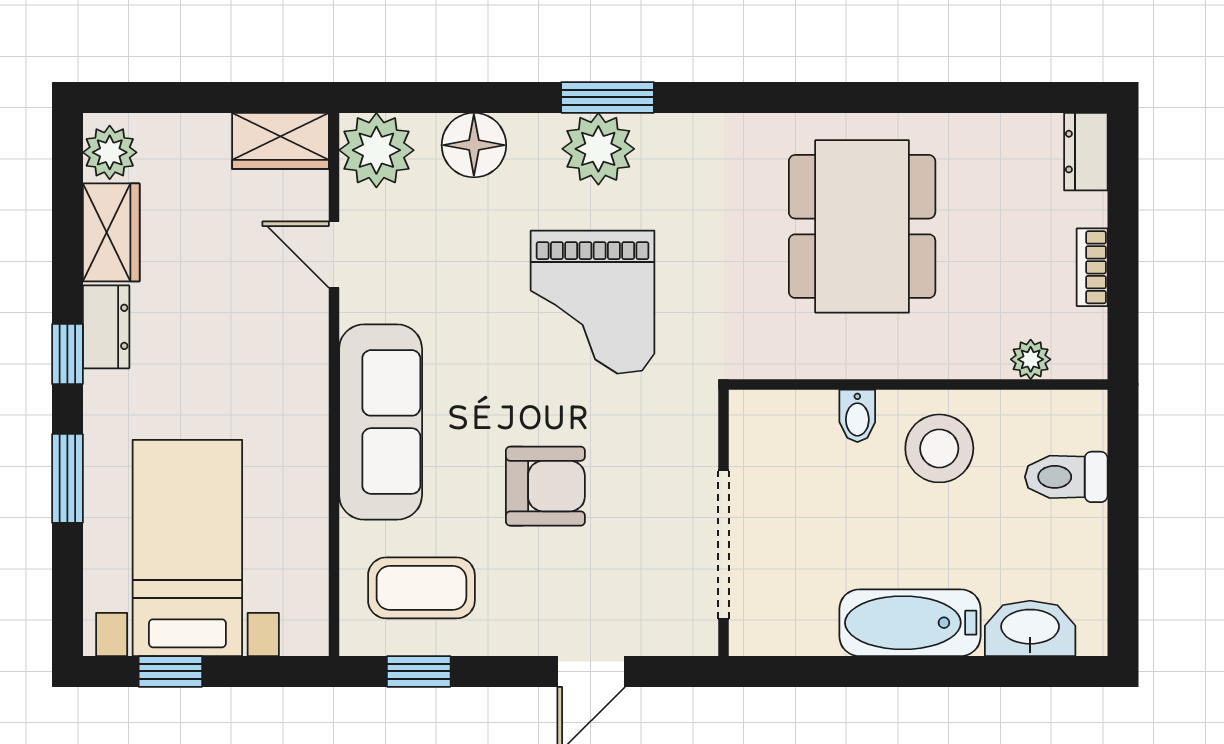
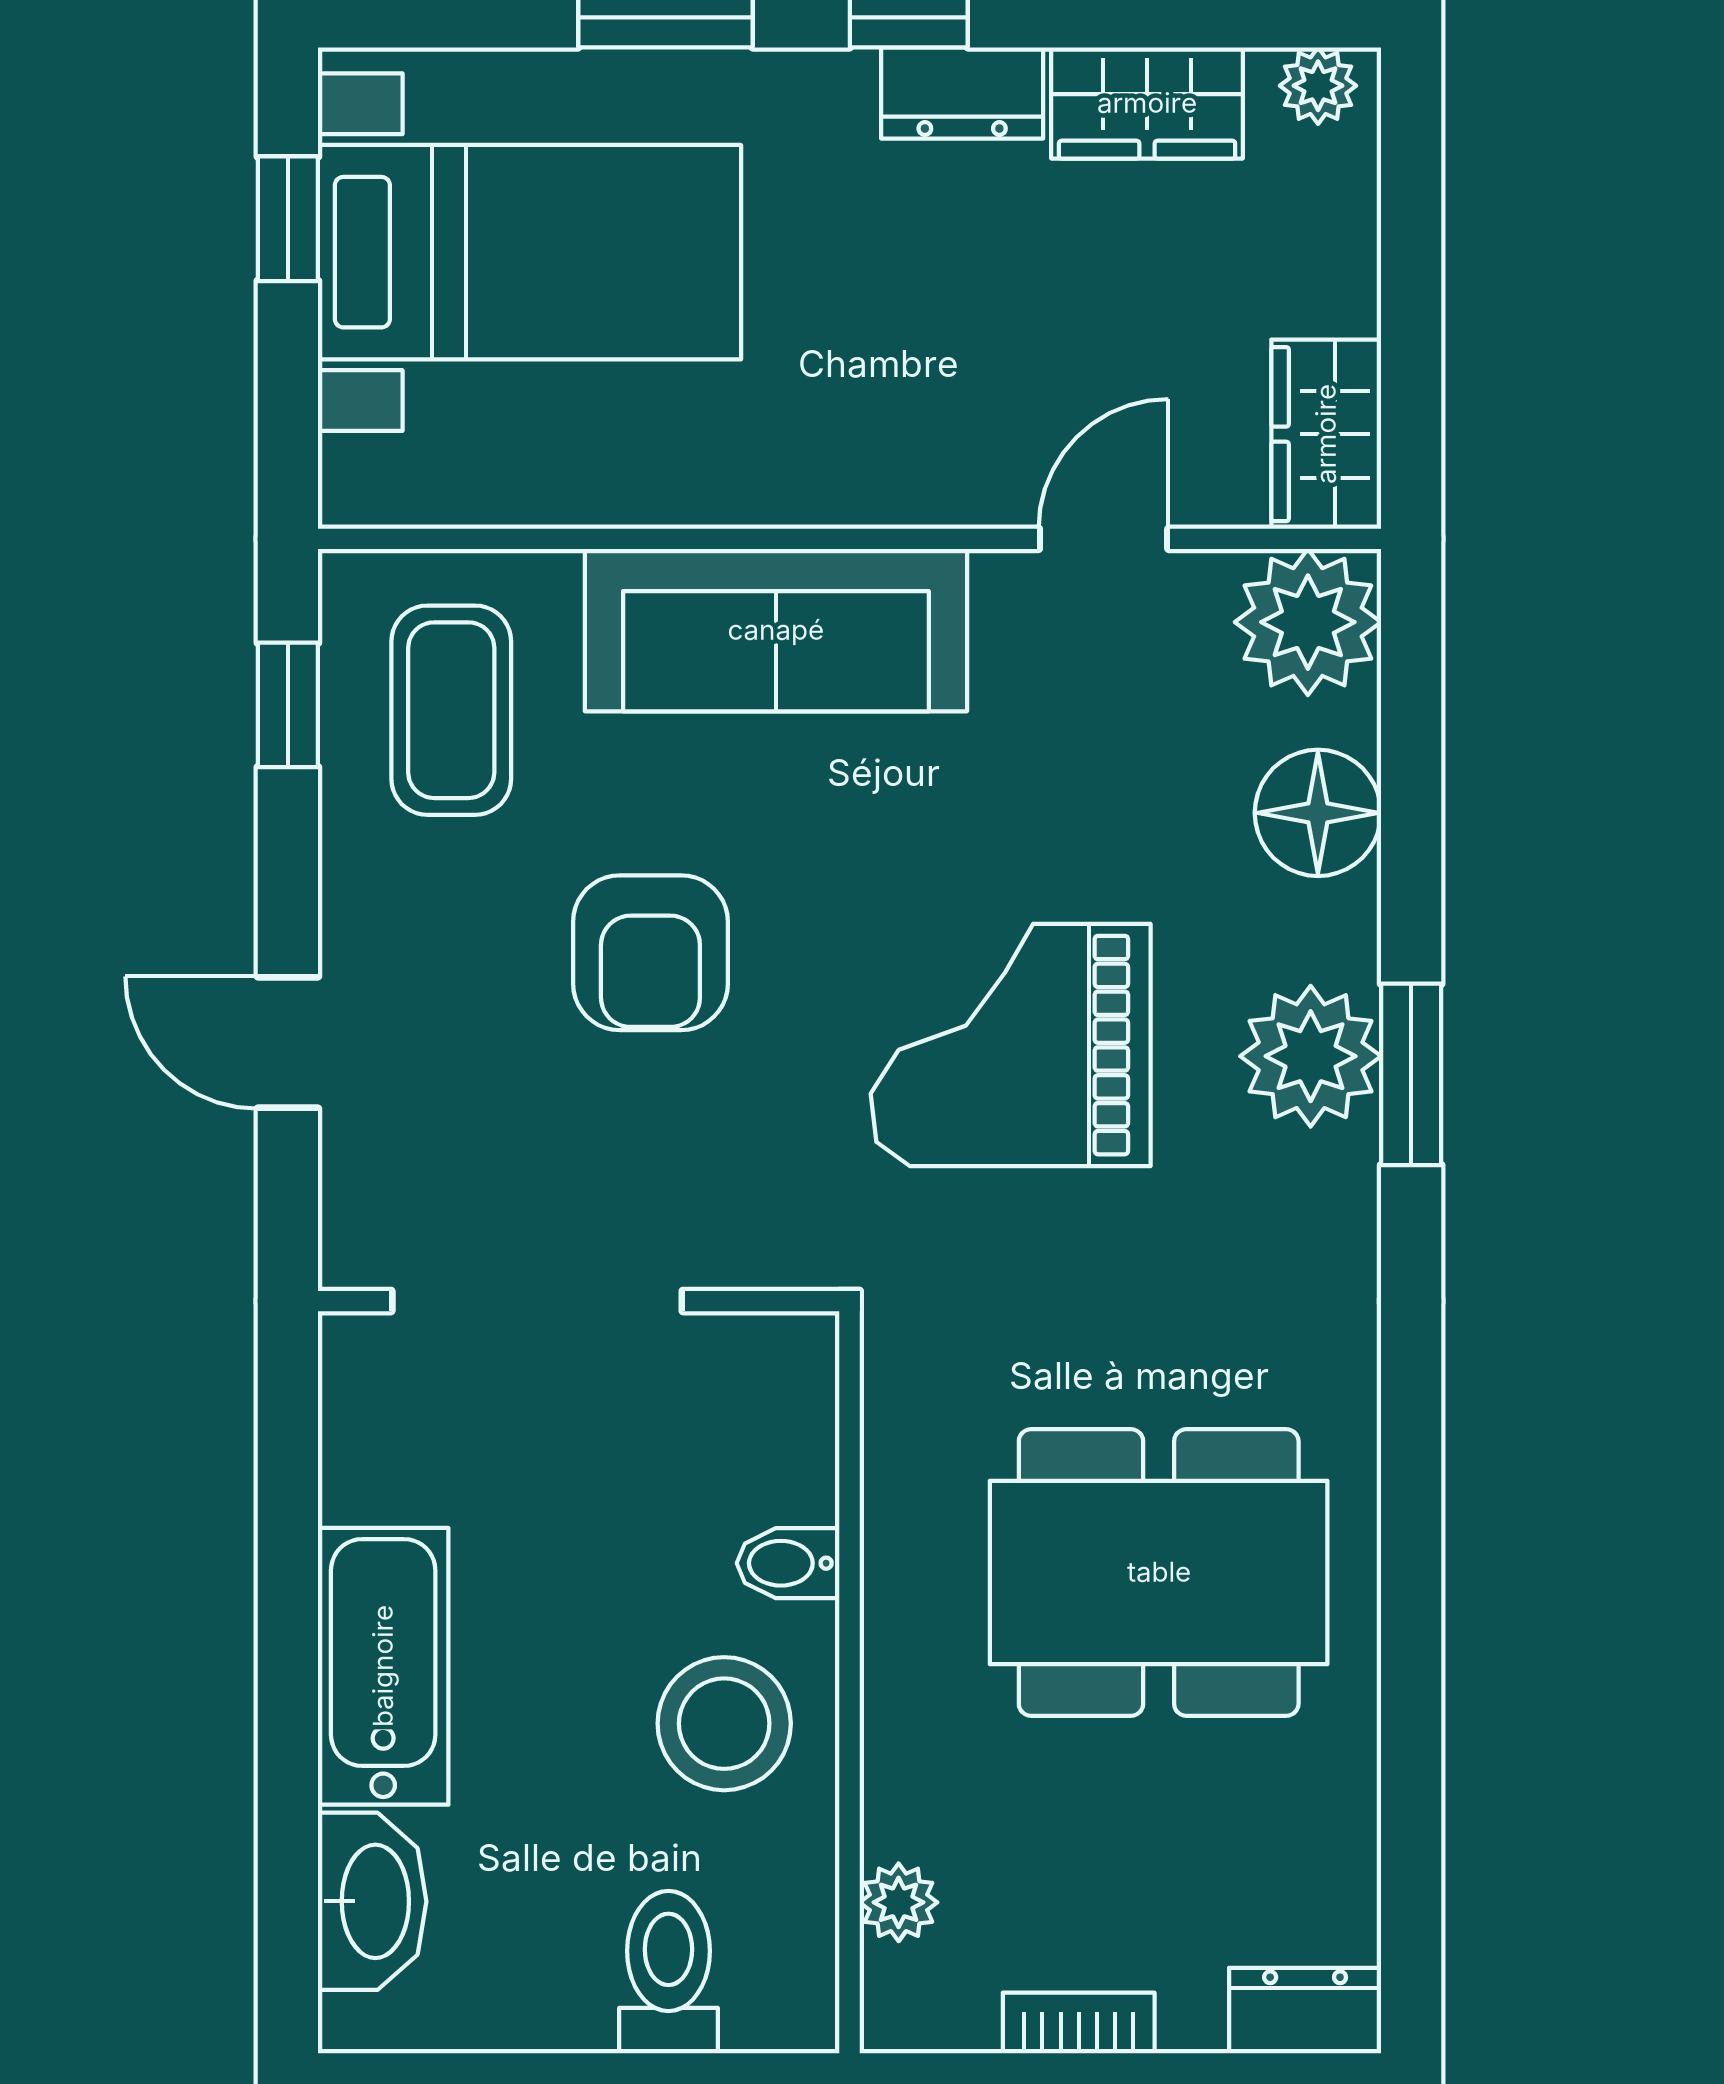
plant: (110, 152) -> (1318, 86), width x0.73, depth x0.73

